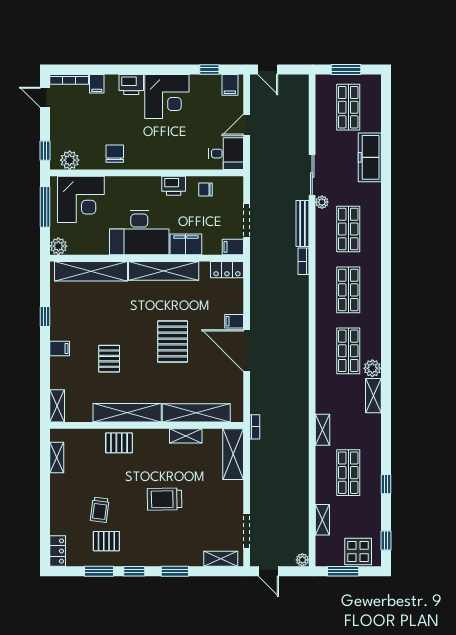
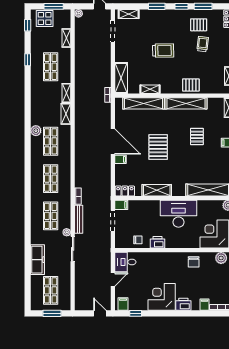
filing cabinet: (186, 244) -> (150, 206), removed
shelving: (164, 271) -> (157, 190), width x0.68
shelving: (373, 396) -> (66, 114), moved

